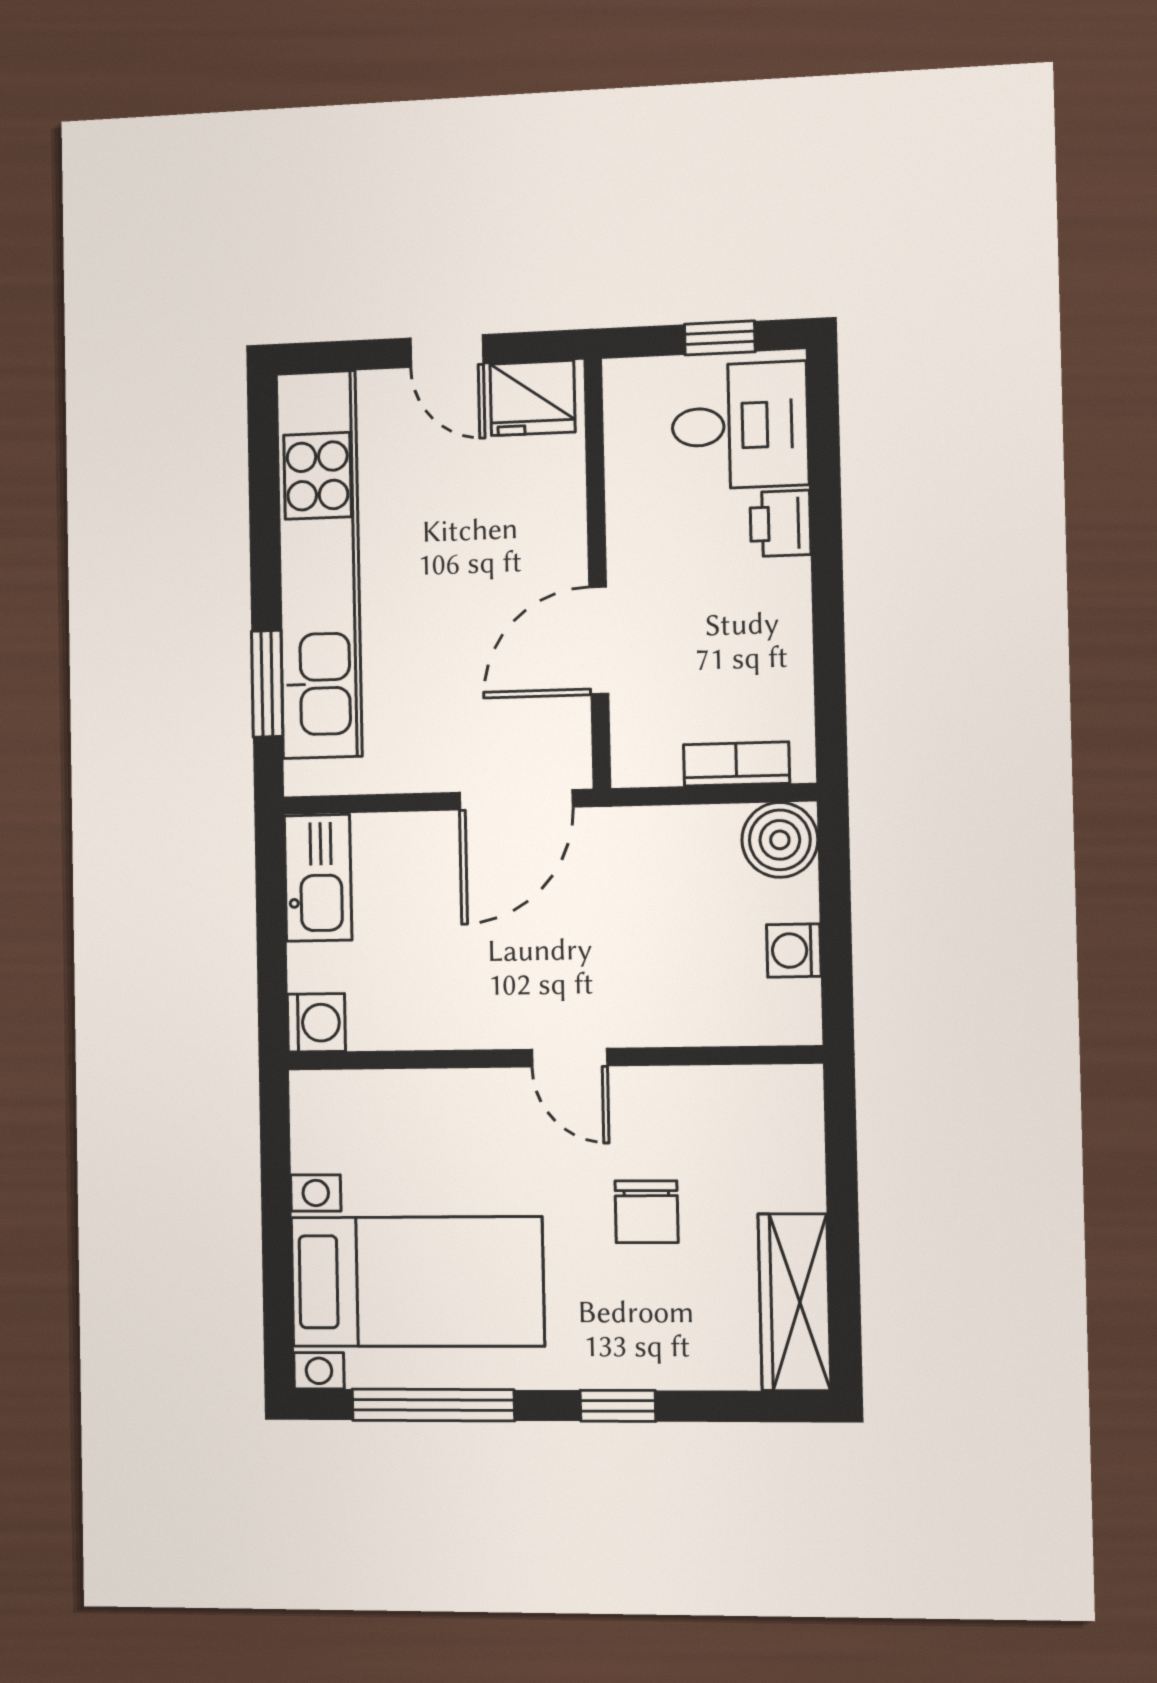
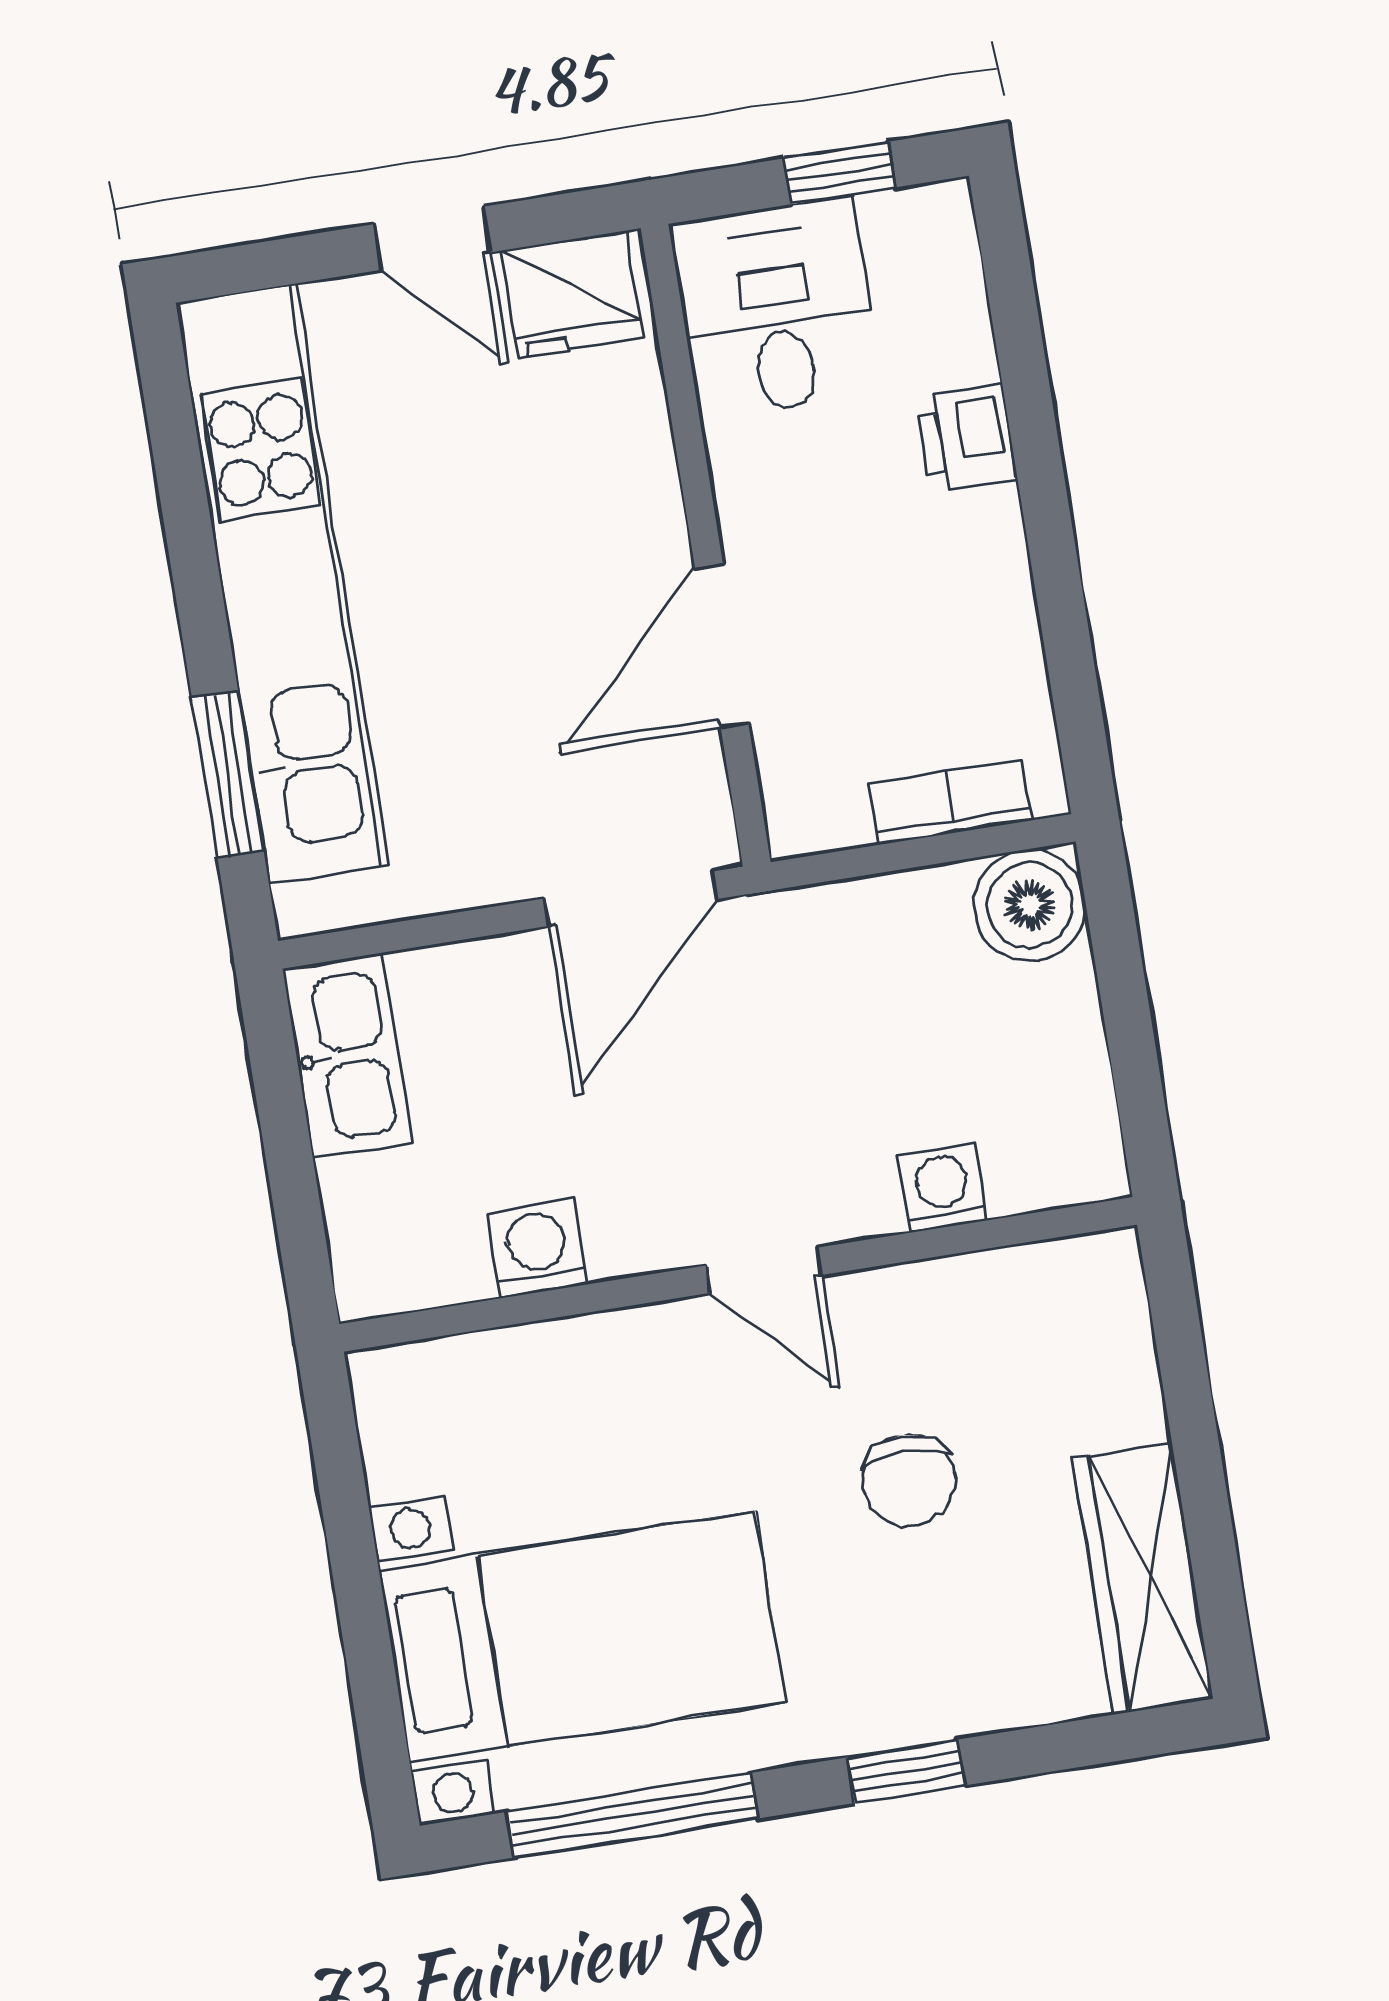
desk: (740, 426) -> (776, 308), moved, turned -90
washing machine: (794, 950) -> (943, 1188), moved, turned 90
washing machine: (316, 1023) -> (537, 1248), moved, turned -90

